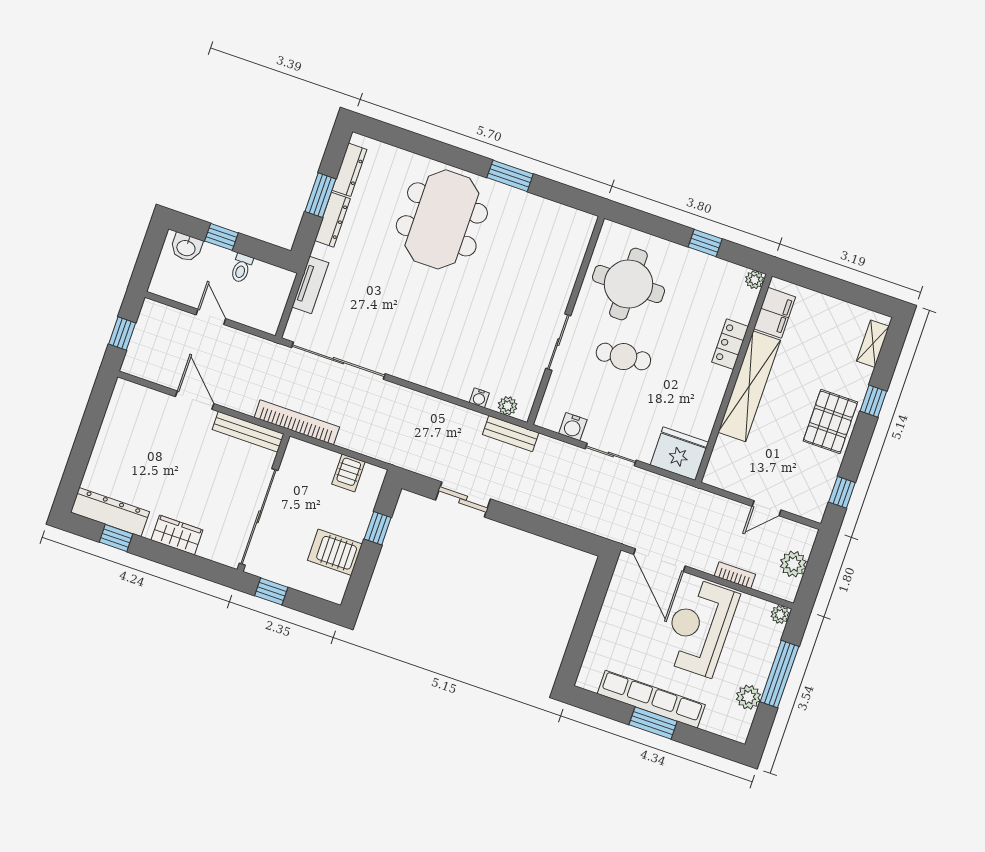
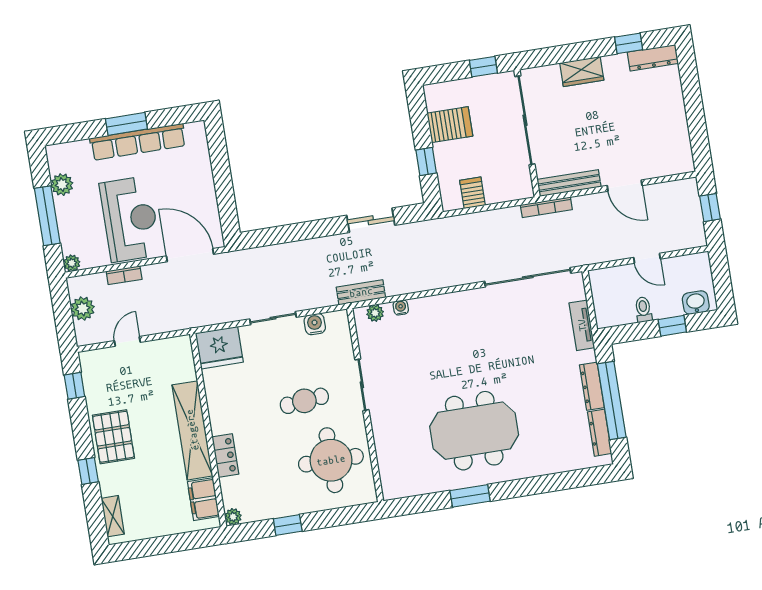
window: (320, 195) -> (612, 400), width x2.11
meeting table: (442, 219) -> (474, 431), moved, turned 90
bookcase: (297, 422) -> (546, 207), width x0.68, depth x0.76
dresser: (110, 512) -> (653, 58), width x0.73, depth x0.80

